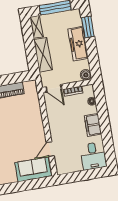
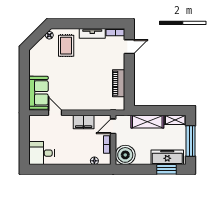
freezer: (78, 44) -> (167, 157), moved
boiler: (86, 75) -> (125, 155), width x1.86, depth x1.86
filing cabinet: (93, 125) -> (84, 122), moved, turned 180

